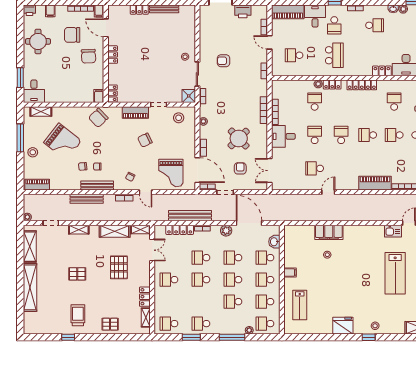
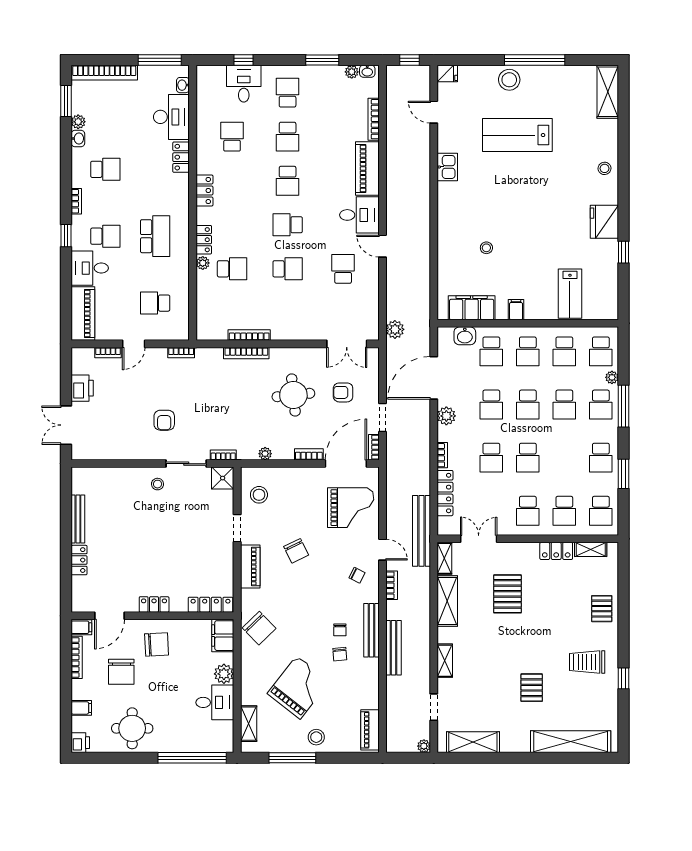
school desk: (375, 25) -> (105, 169), turned 90
school desk: (294, 55) -> (155, 303), turned 90
school desk: (334, 55) -> (155, 236), turned 90
window: (20, 78) -> (192, 758), width x2.11
locker: (362, 85) -> (204, 190), width x0.66
desk: (34, 91) -> (215, 702), moved
locker: (112, 93) -> (210, 605), width x1.53
filing cabinet: (99, 96) -> (223, 636), width x2.00
plant: (71, 97) -> (224, 674), added
school desk: (315, 102) -> (232, 269), turned 180
school desk: (394, 102) -> (232, 137), turned 90
school desk: (315, 135) -> (288, 269), turned 180
desk: (283, 136) -> (359, 215), moved, turned -90
round table: (239, 139) -> (293, 395), turned 38
school desk: (315, 168) -> (343, 269), turned 180
door: (146, 192) -> (382, 550), hinge flipped
plant: (278, 200) -> (395, 329), added
bench: (190, 216) -> (422, 531), moved
kitchen sink: (393, 231) -> (447, 167), moved
filing cabinet: (329, 232) -> (472, 308), moved, turned -90
pallet: (119, 267) -> (507, 594), turned 90
lab bench: (395, 273) -> (517, 135), turned 180
pallet: (77, 274) -> (532, 688), moved
shelving: (30, 287) -> (571, 742), moved
school desk: (169, 302) -> (564, 511), added
lab bench: (300, 305) -> (570, 294), turned 90
school desk: (233, 324) -> (601, 405), added
window: (369, 337) -> (624, 252), moved

